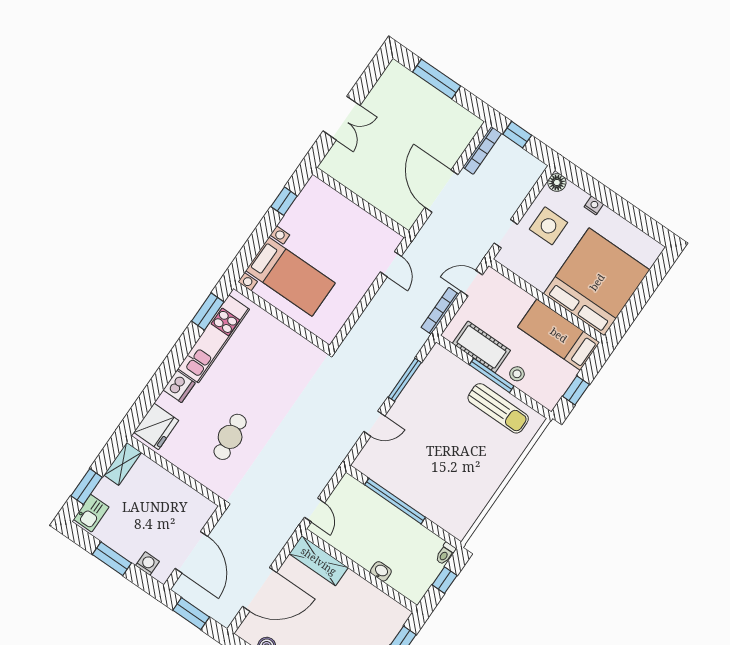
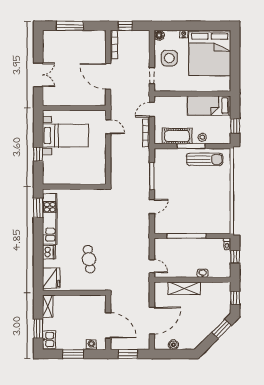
window: (284, 201) -> (38, 154), moved
bed with nightstands: (290, 277) -> (65, 136), moved
bed: (597, 282) -> (210, 53), moved, turned 180
shelving: (319, 561) -> (184, 288), moved

